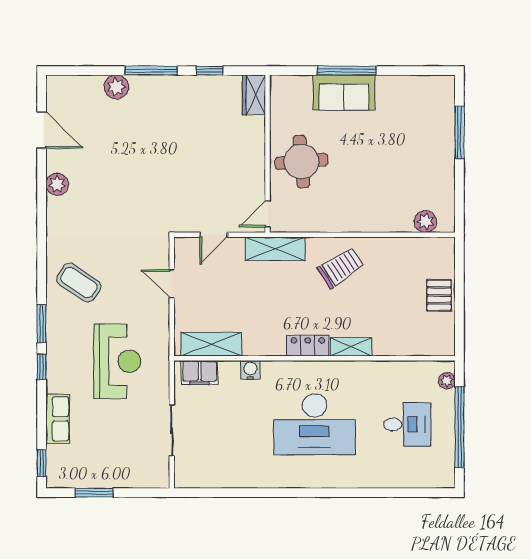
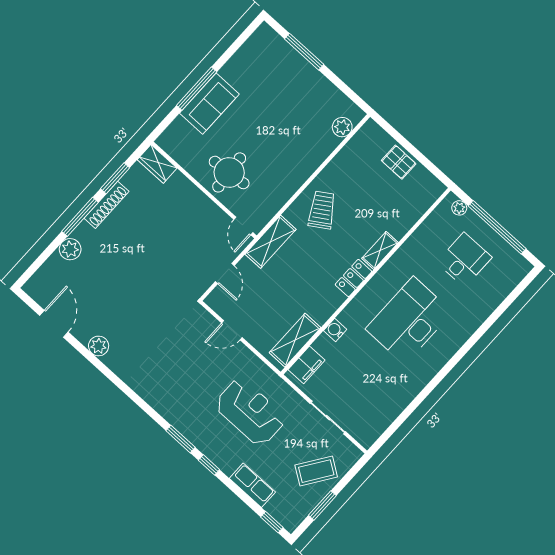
window: (210, 71) -> (115, 178), width x1.50
shoe rack: (181, 84) -> (106, 205), added
door: (42, 130) -> (54, 324), hinge flipped
coffee table: (79, 283) -> (316, 471), moved
desk: (315, 424) -> (409, 320), turned 180

